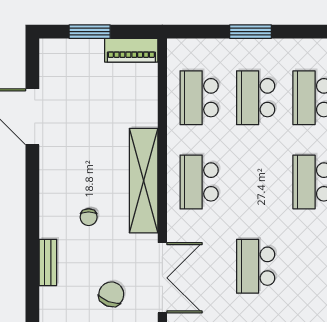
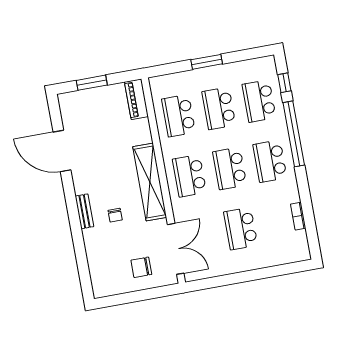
piano: (131, 50) -> (136, 99), moved, turned 90
school desk: (256, 182) -> (230, 168), added
bench: (48, 262) -> (84, 211), moved
chair: (111, 294) -> (141, 267), turned -111

